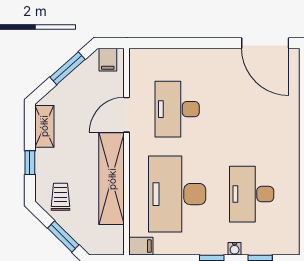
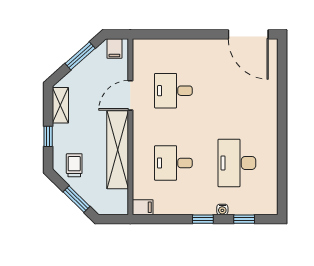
desk: (177, 109) -> (173, 91), width x0.73
desk: (177, 194) -> (173, 163), width x0.53, depth x0.77

